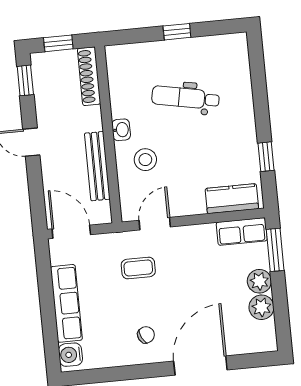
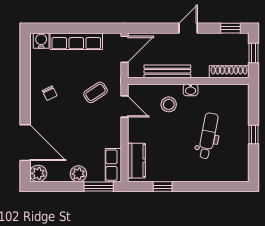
coffee table: (138, 268) -> (95, 92), turned 57
plant: (261, 307) -> (38, 173), moved
door: (200, 365) -> (25, 143), moved

